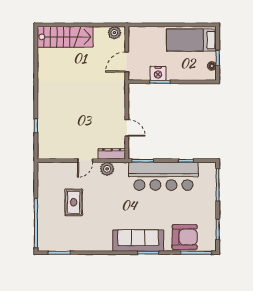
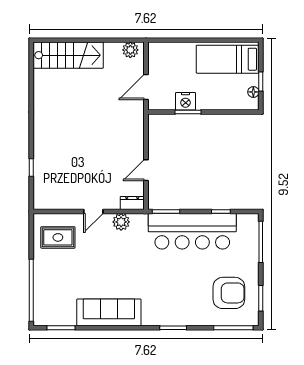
door: (127, 128) -> (146, 170), swing flipped
dresser: (112, 154) -> (132, 203), width x0.70
rug: (74, 202) -> (58, 237), moved, turned 90
armchair: (185, 237) -> (229, 293), moved
sofa: (138, 241) -> (109, 312), moved

